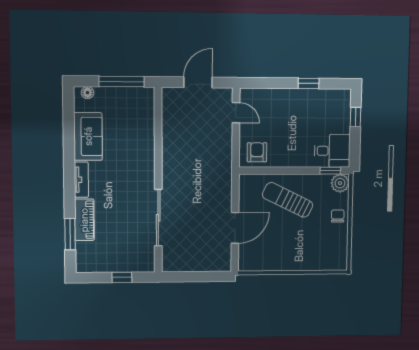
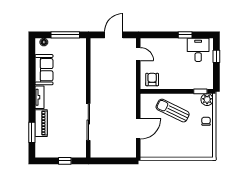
desk: (332, 151) -> (198, 50), moved, turned -90

